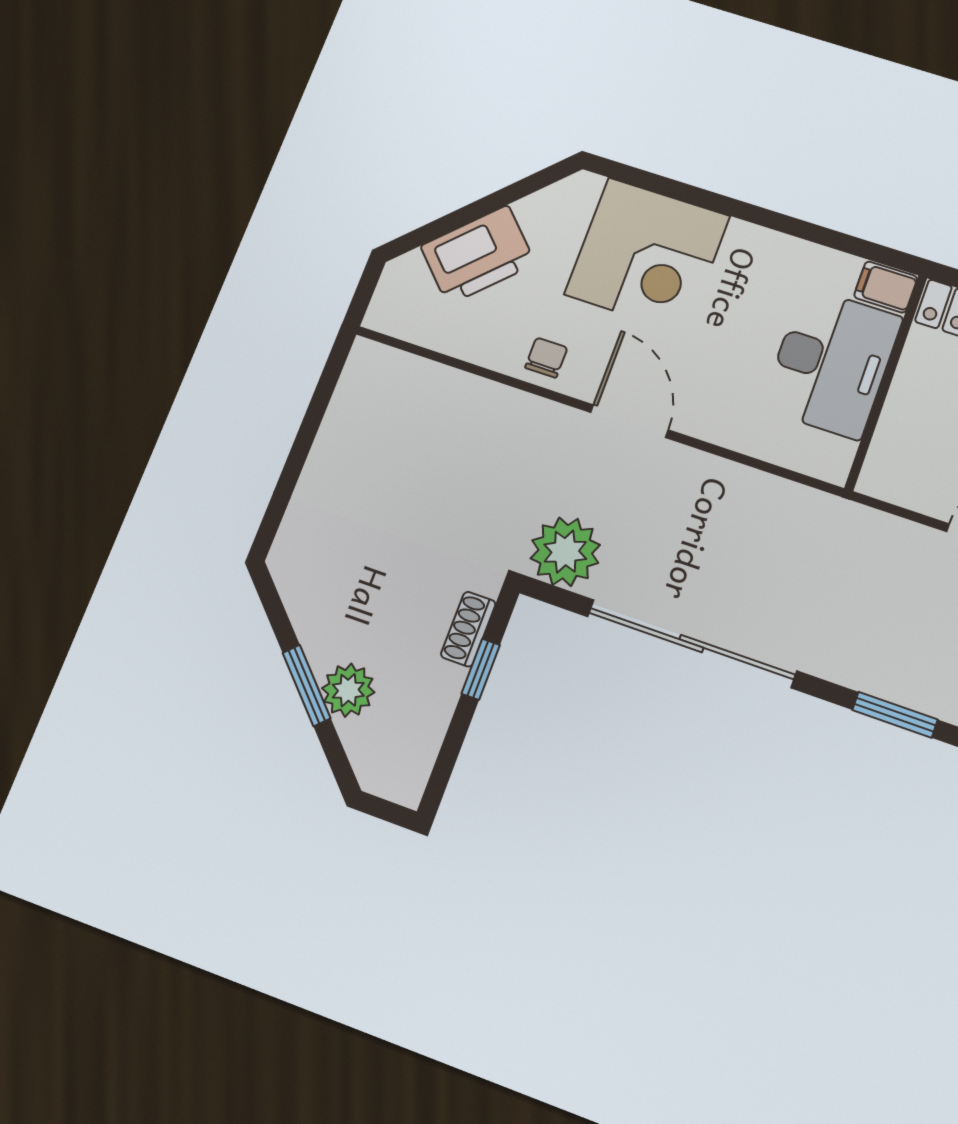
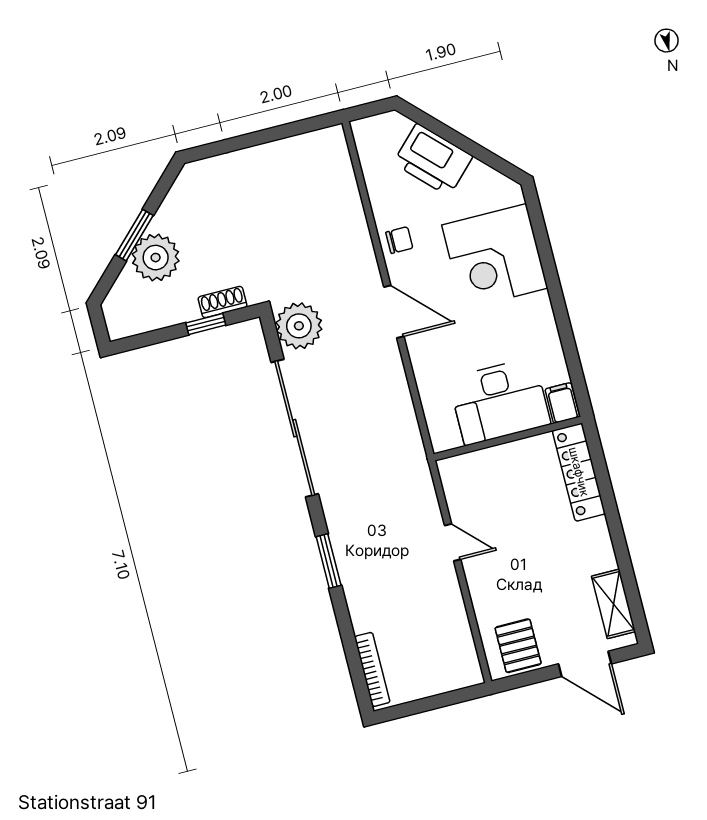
door: (629, 421) -> (394, 312), hinge flipped
plant: (348, 690) -> (156, 258), width x1.36, depth x1.36

